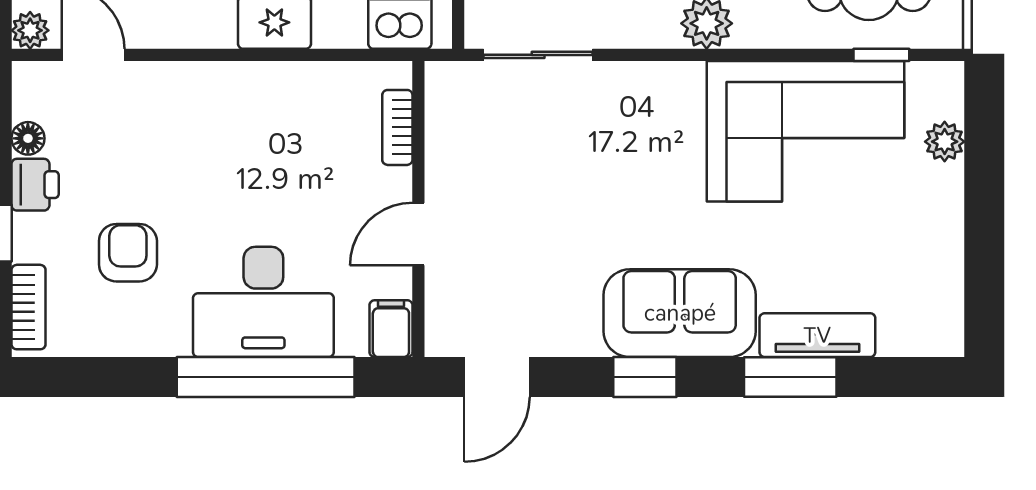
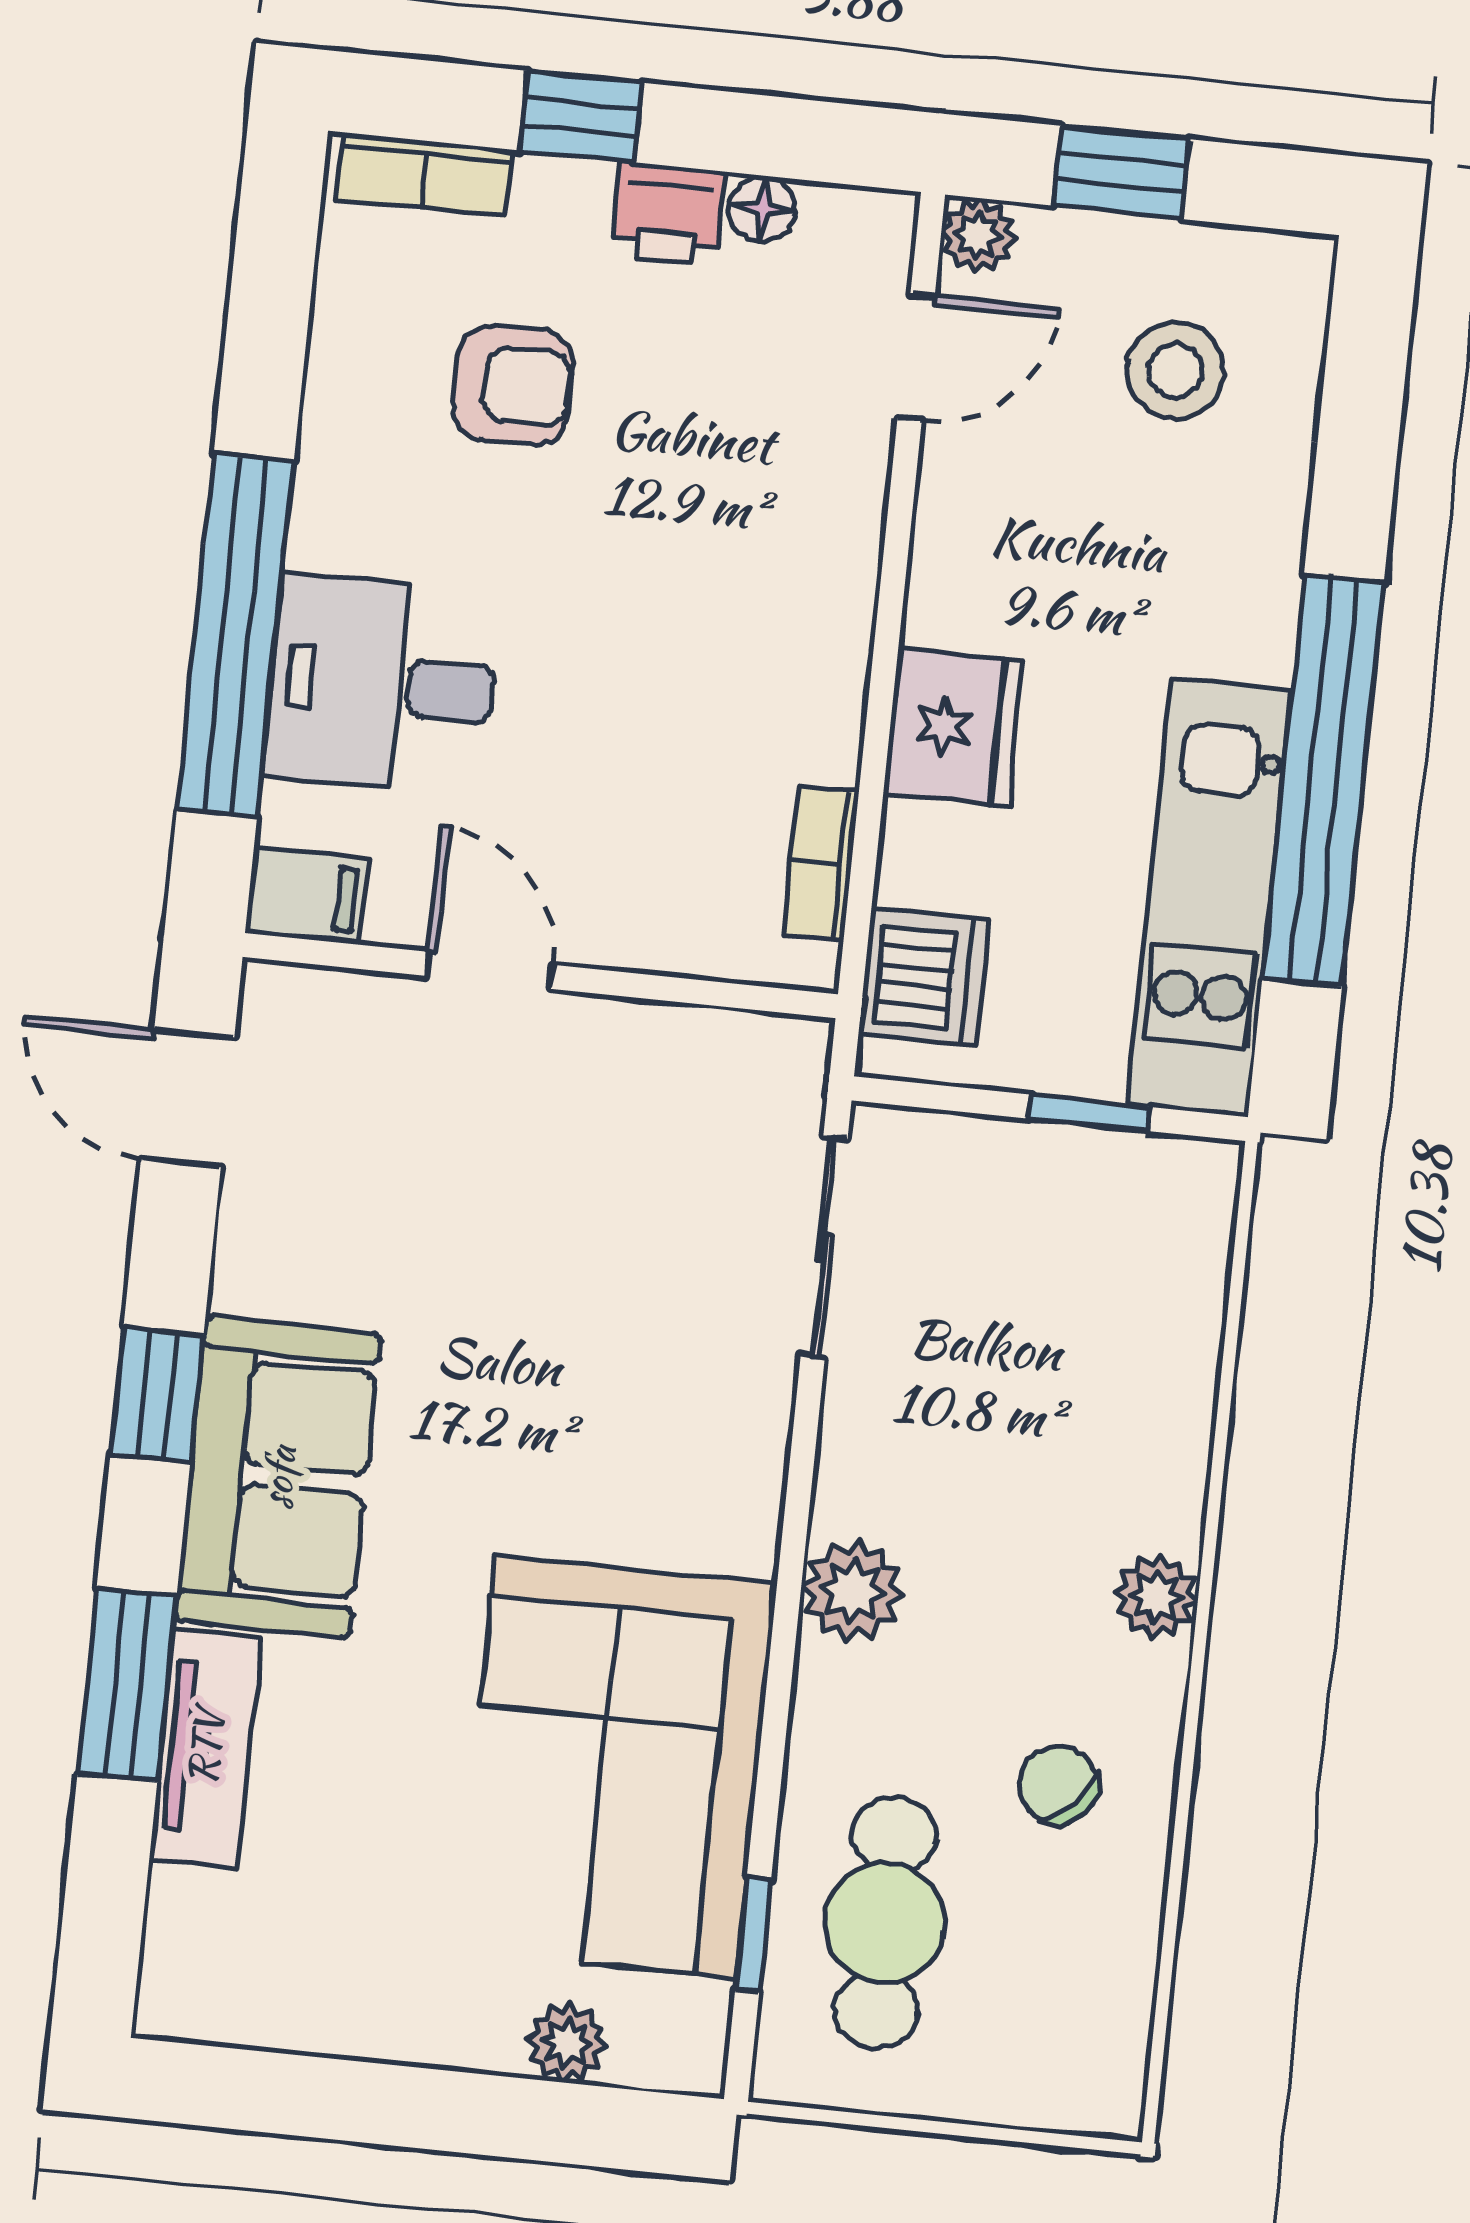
bookcase: (397, 127) -> (821, 864), moved, turned -90
desk: (263, 302) -> (382, 684), width x0.73

